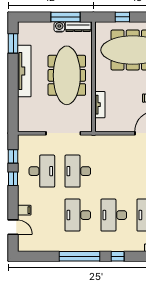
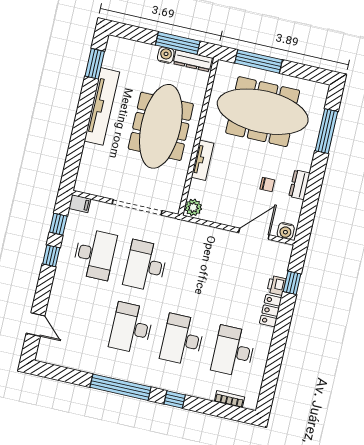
window: (122, 17) -> (259, 61), width x2.17
tv unit: (100, 105) -> (203, 160), moved
plant: (101, 125) -> (193, 207), added
filing cabinet: (24, 210) -> (80, 204), moved

